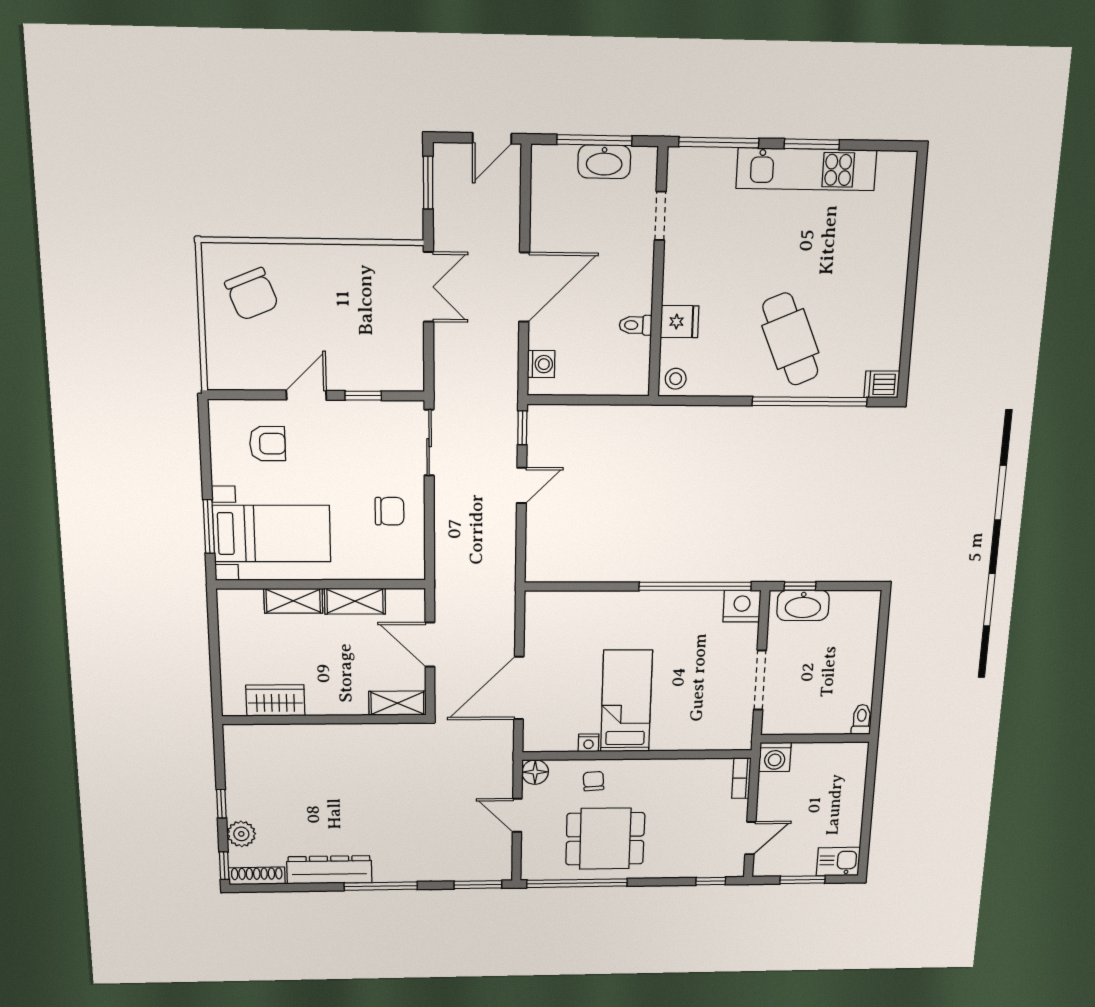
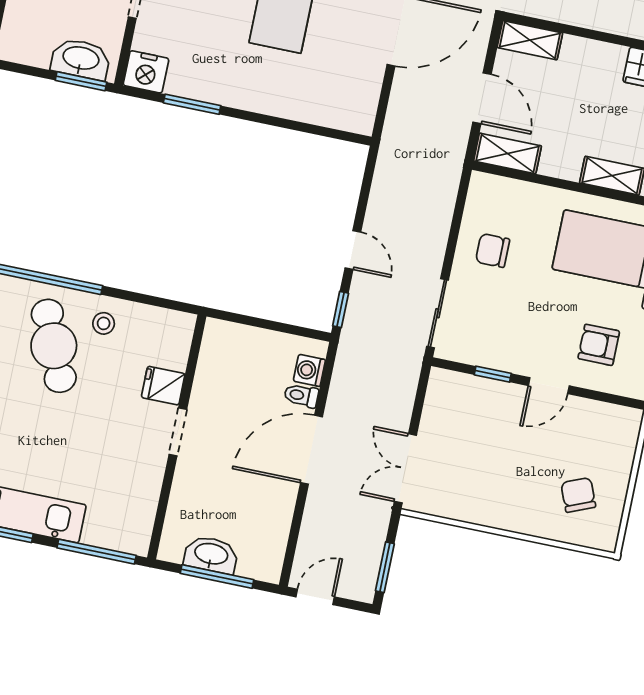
doorway: (660, 216) -> (178, 432), moved
chair: (252, 294) -> (578, 495), width x0.73, depth x0.73
toilet: (636, 325) -> (301, 396), moved, turned 180
stool: (676, 379) -> (104, 323), moved
door: (522, 485) -> (353, 250), swing flipped
window: (695, 586) -> (192, 104), width x0.47
window: (800, 586) -> (81, 81), width x1.50
shelving: (355, 601) -> (508, 153), moved

